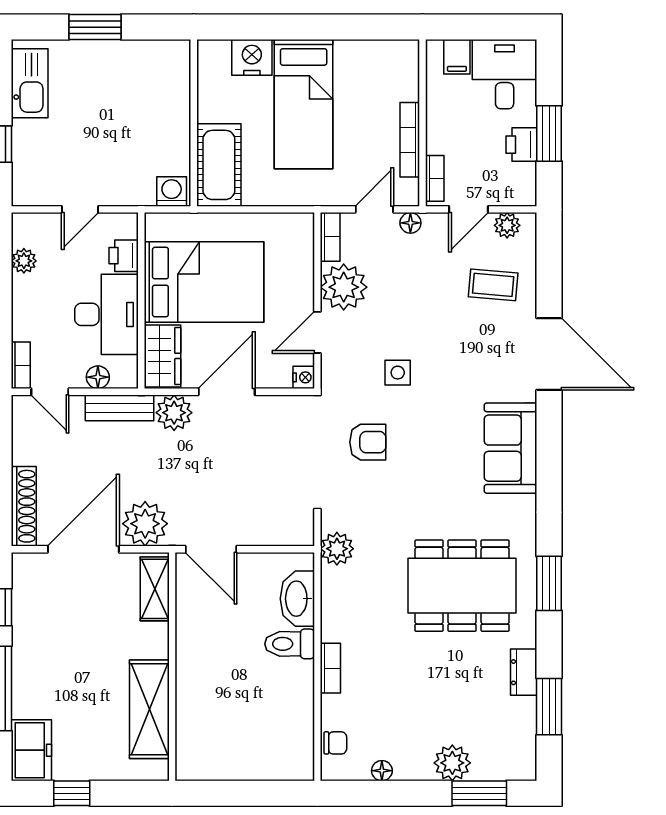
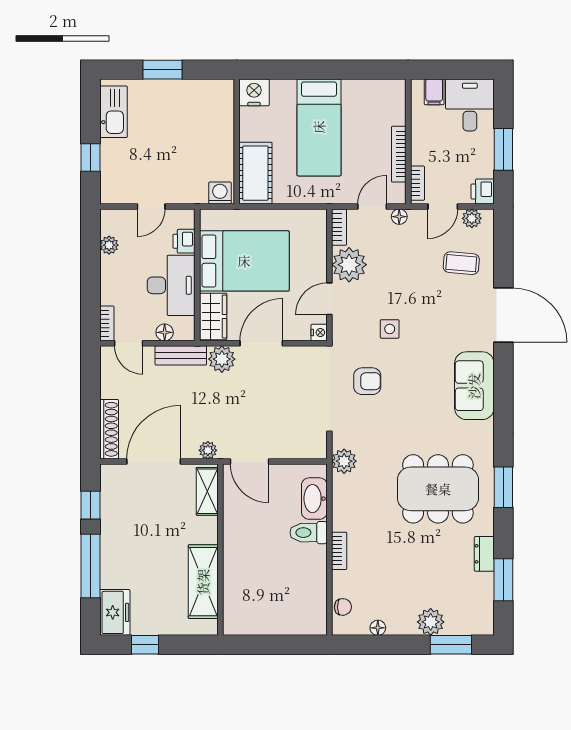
nightstand: (252, 57) -> (254, 92), moved
printer: (521, 145) -> (483, 191), moved
plant: (145, 524) -> (208, 450), width x0.53, depth x0.53

